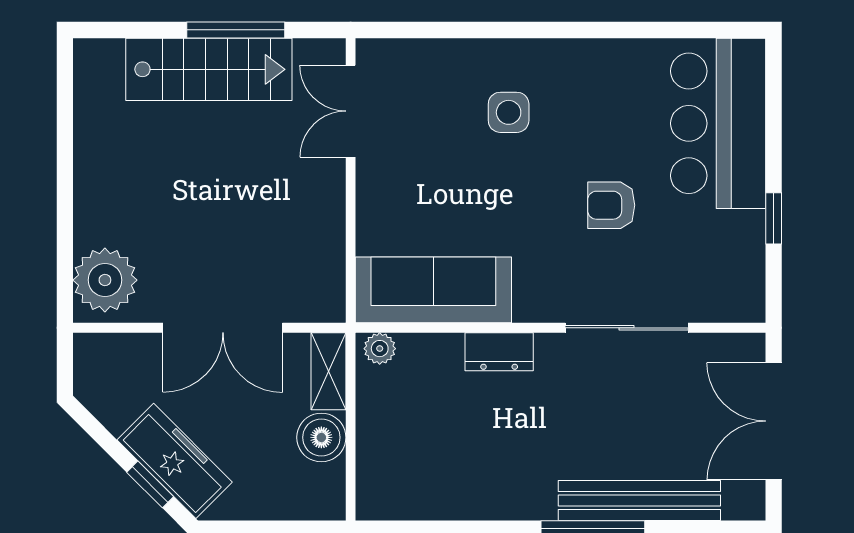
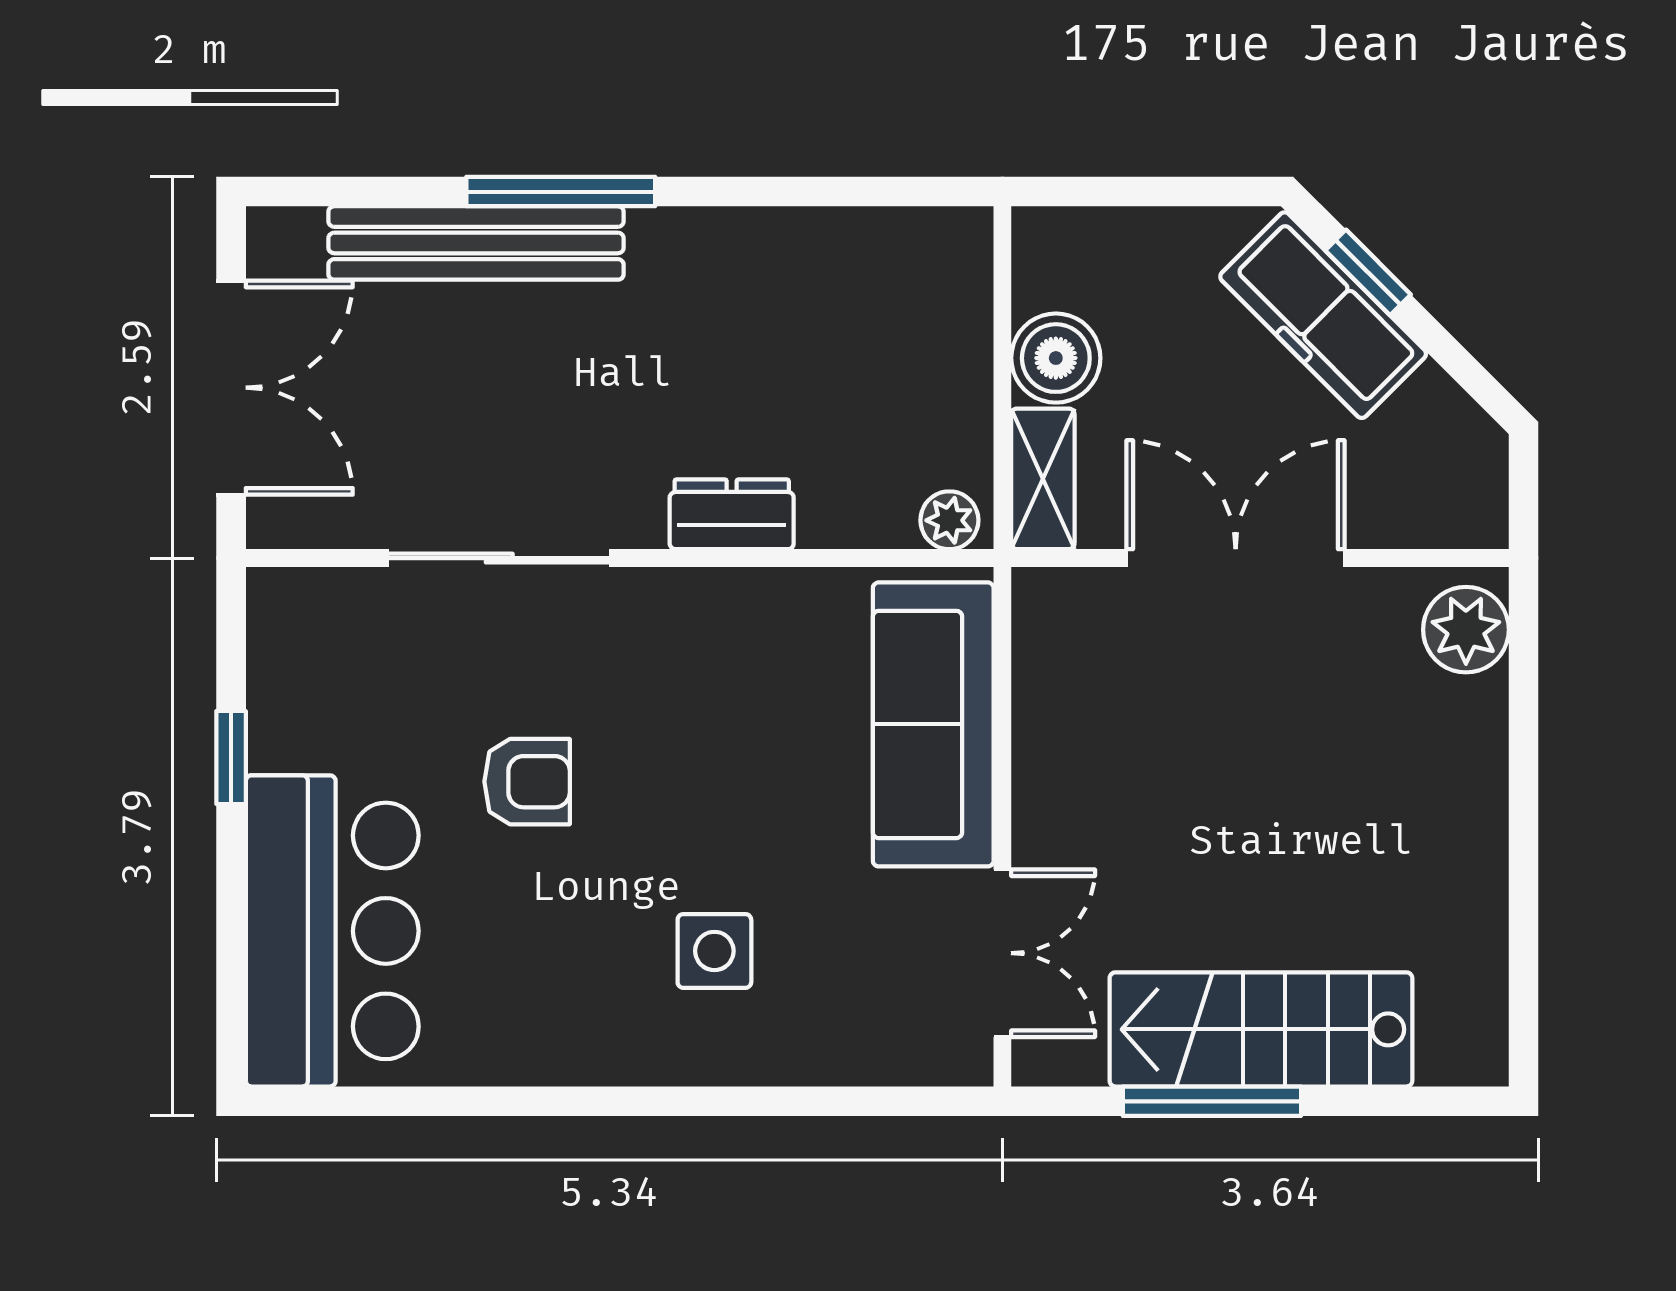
plant: (105, 280) -> (1466, 630), width x0.73, depth x0.73
sofa: (433, 290) -> (933, 724), moved, turned 90

